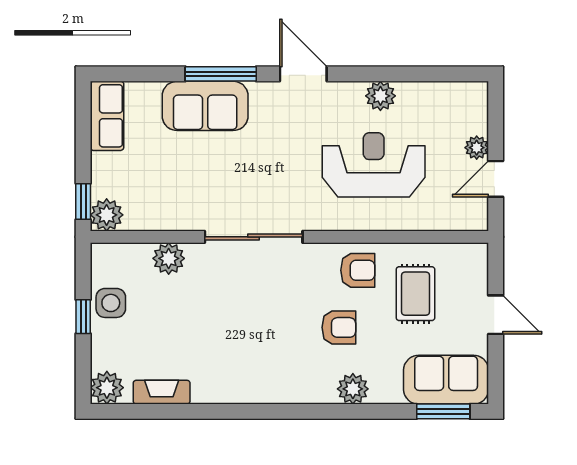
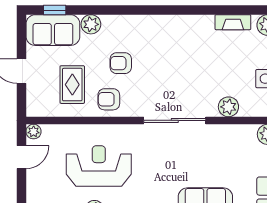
plant: (477, 148) -> (34, 132), moved
reception desk: (374, 165) -> (99, 166), turned 180
plant: (353, 389) -> (91, 24), moved
window: (443, 411) -> (55, 10), width x0.67

